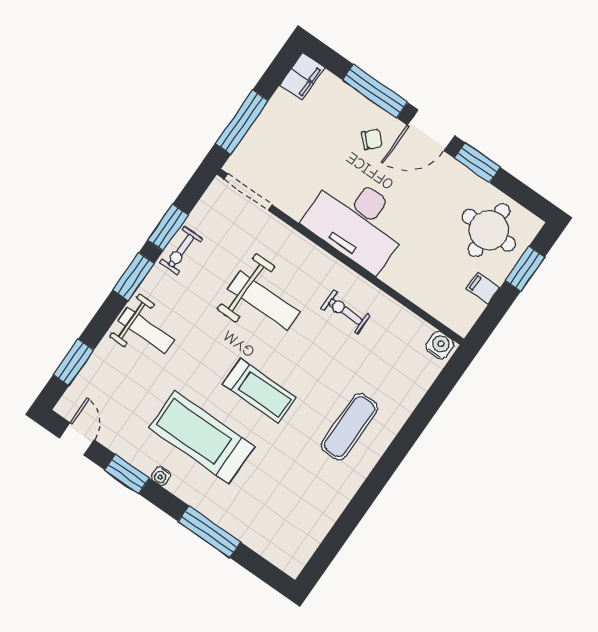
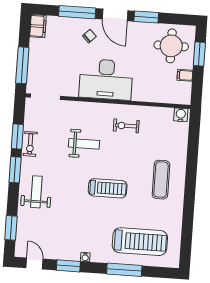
door: (431, 130) -> (115, 15), hinge flipped
weight bench: (264, 300) -> (84, 144), width x0.73, depth x0.75
weight bench: (146, 330) -> (36, 192), turned -90
treadmill: (202, 437) -> (140, 242), moved, turned 180

